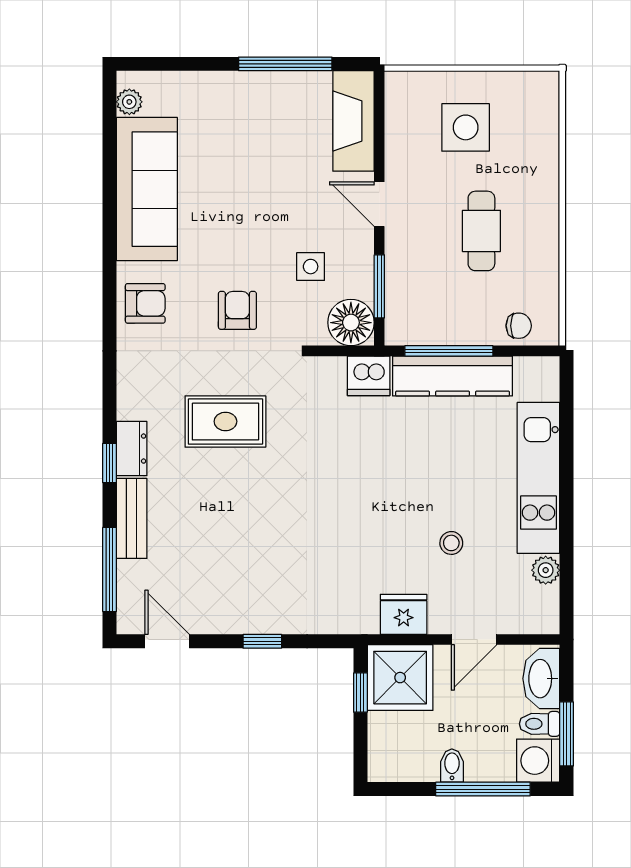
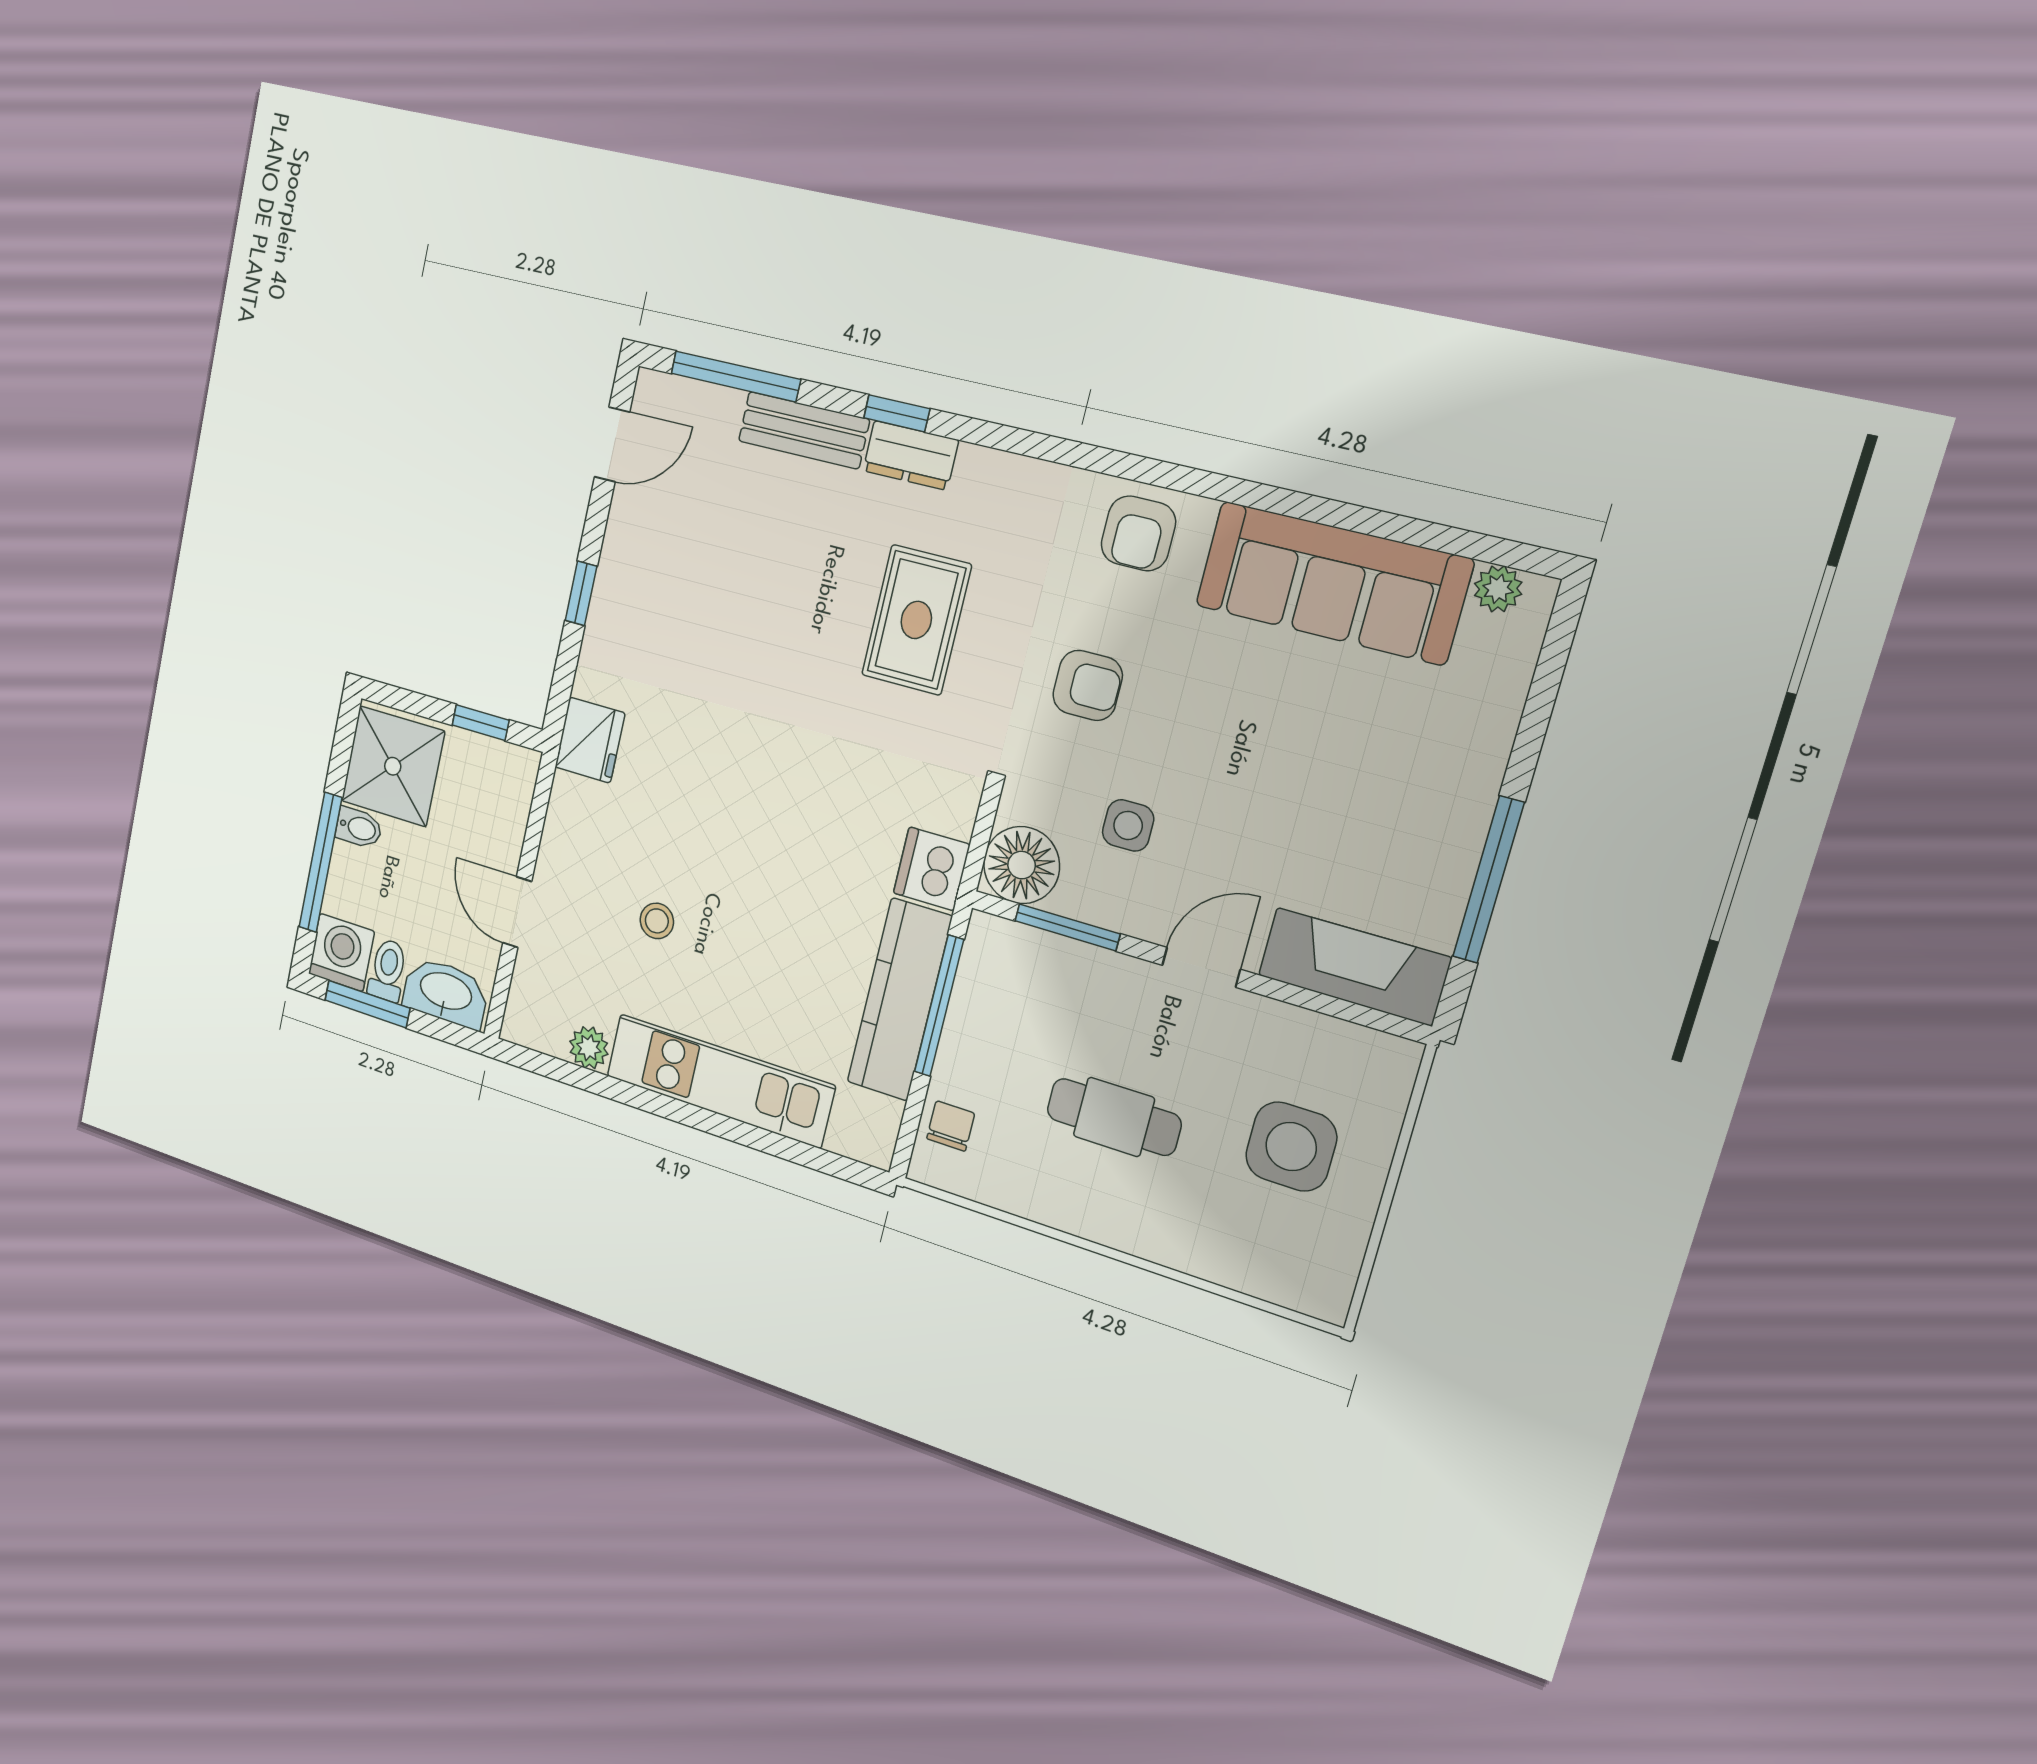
chair: (519, 326) -> (951, 1126), turned 180
fridge: (404, 614) -> (590, 740), moved
shower: (400, 678) -> (393, 766), moved

